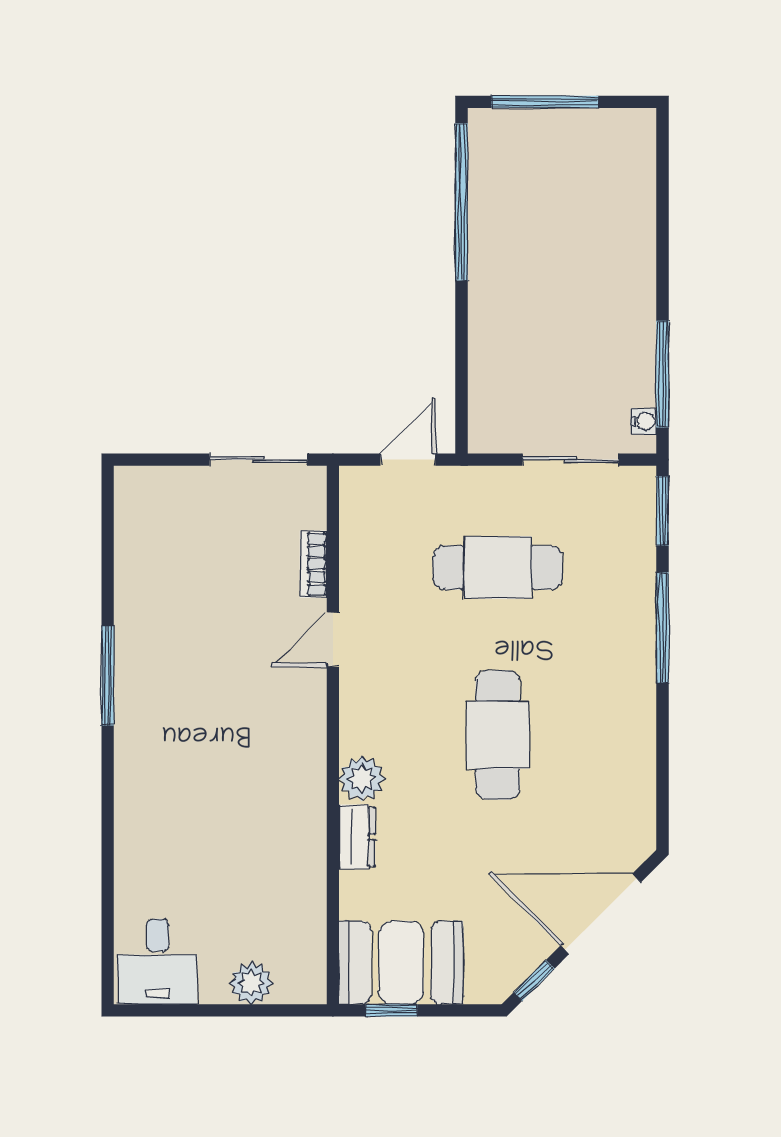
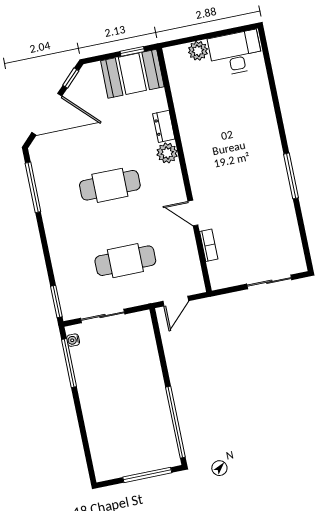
sliding door: (258, 460) -> (269, 282), moved
window: (663, 628) -> (33, 187), moved
door: (333, 639) -> (193, 213), swing flipped
cafe table: (498, 735) -> (110, 185), turned 90
desk: (158, 962) -> (235, 53), width x1.37

